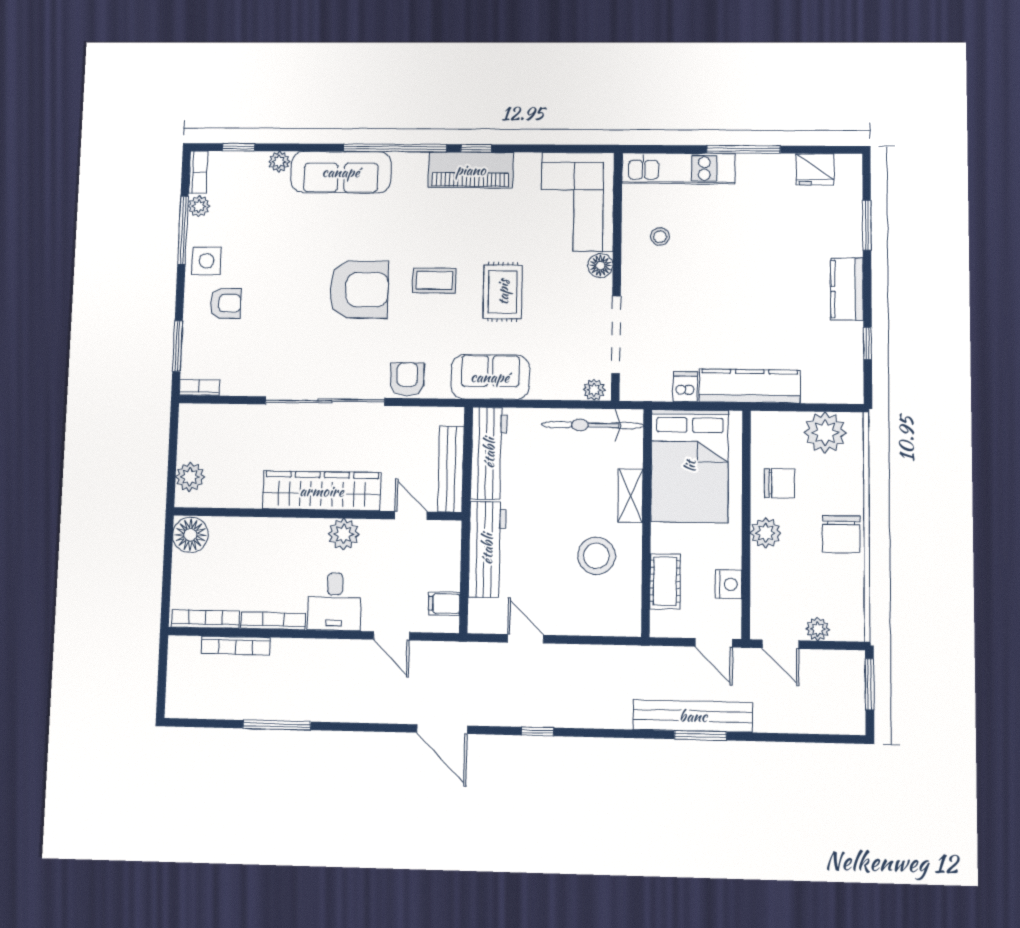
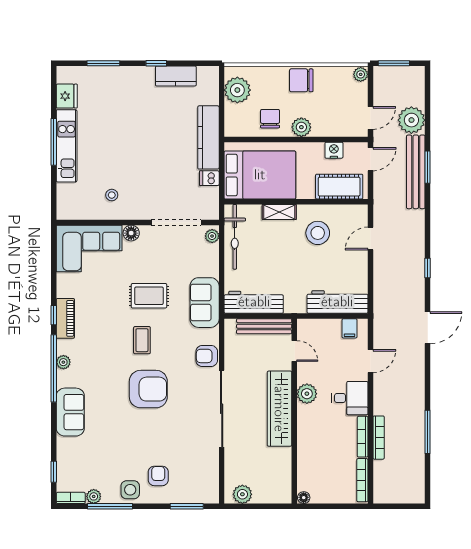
plant: (279, 162) -> (63, 362), moved
kitchen unit: (678, 168) -> (67, 146), moved
piano: (471, 170) -> (65, 318), width x0.73, depth x0.75
sofa: (341, 172) -> (70, 412), width x0.73
armchair: (359, 289) -> (148, 389), turned 90
kitchen counter: (847, 289) -> (176, 76), moved
window: (868, 343) -> (156, 63), moved
bookcase: (199, 387) -> (214, 491), removed
plant: (190, 477) -> (242, 494), moved
door: (411, 515) -> (294, 351), swing flipped
chair: (841, 534) -> (301, 80), turned 180
floor lamp: (190, 535) -> (304, 498), width x0.53, depth x0.53
workbench: (487, 549) -> (337, 302), moved
cot: (665, 581) -> (339, 187), width x1.37, depth x1.34
plant: (818, 629) -> (361, 74), moved
door: (526, 639) -> (370, 239), moved
bookcase: (236, 645) -> (379, 438), moved
plant: (777, 711) -> (411, 120), added

